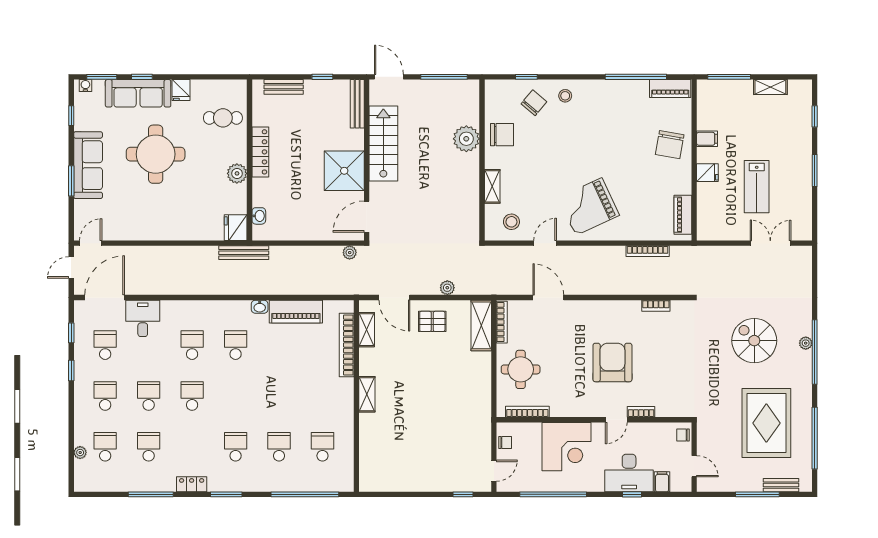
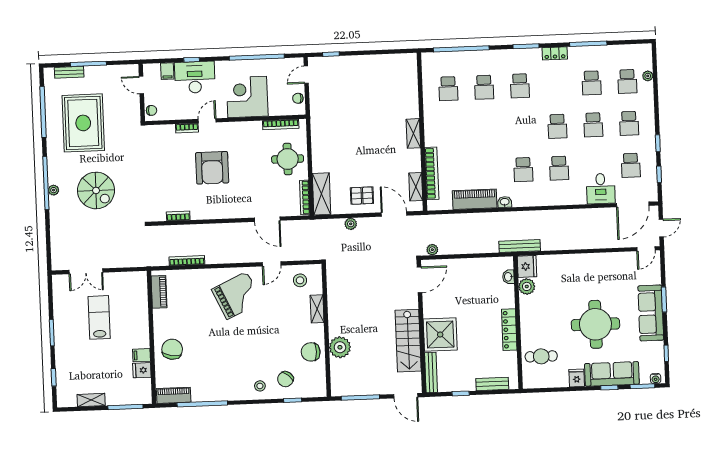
shower: (344, 171) -> (440, 334), moved
plant: (237, 173) -> (527, 286), moved
fridge: (707, 173) -> (142, 370), moved

